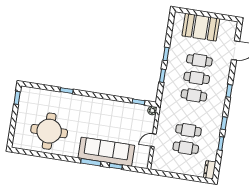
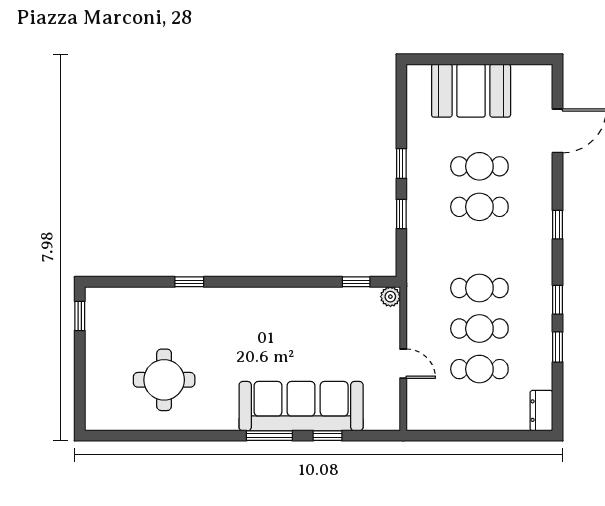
cafe table: (194, 95) -> (479, 288), moved
round table: (49, 131) -> (164, 380), width x0.73, depth x0.73
door: (153, 140) -> (403, 364), swing flipped

